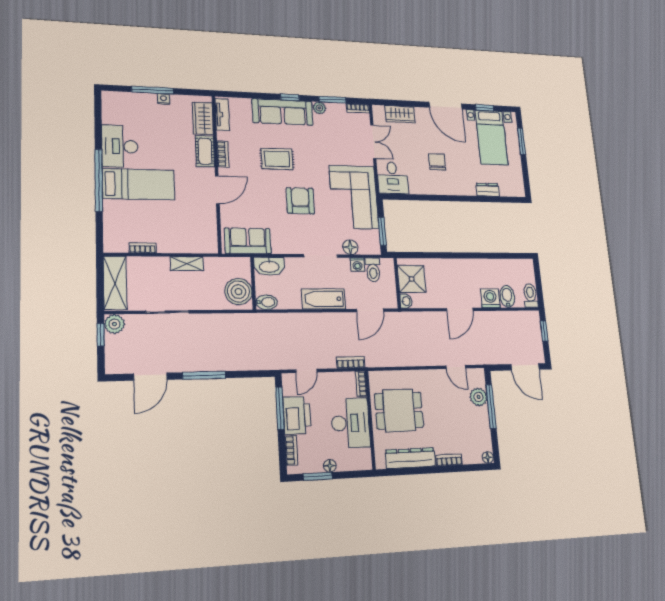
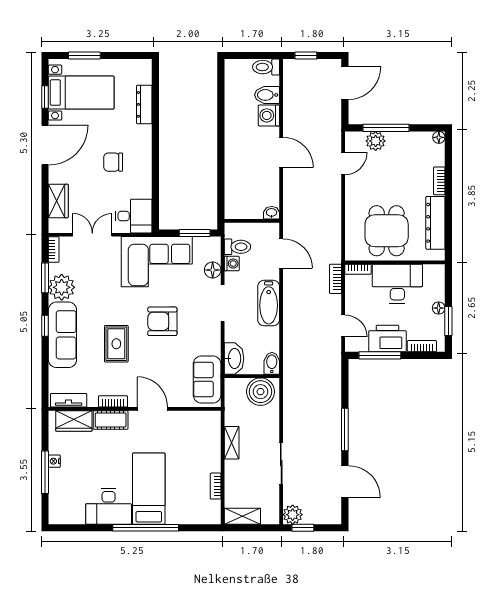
plant: (319, 108) -> (62, 287), width x1.88, depth x1.88
dresser: (488, 190) -> (144, 104), width x1.44
shower: (412, 279) -> (247, 204), removed
shelving: (115, 283) -> (242, 516), width x0.67, depth x0.75

